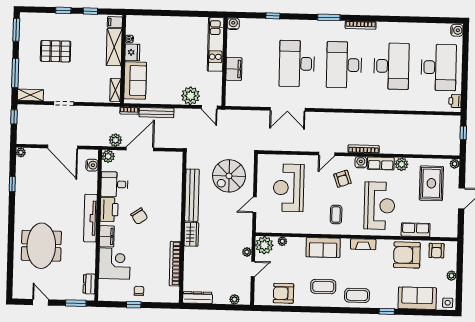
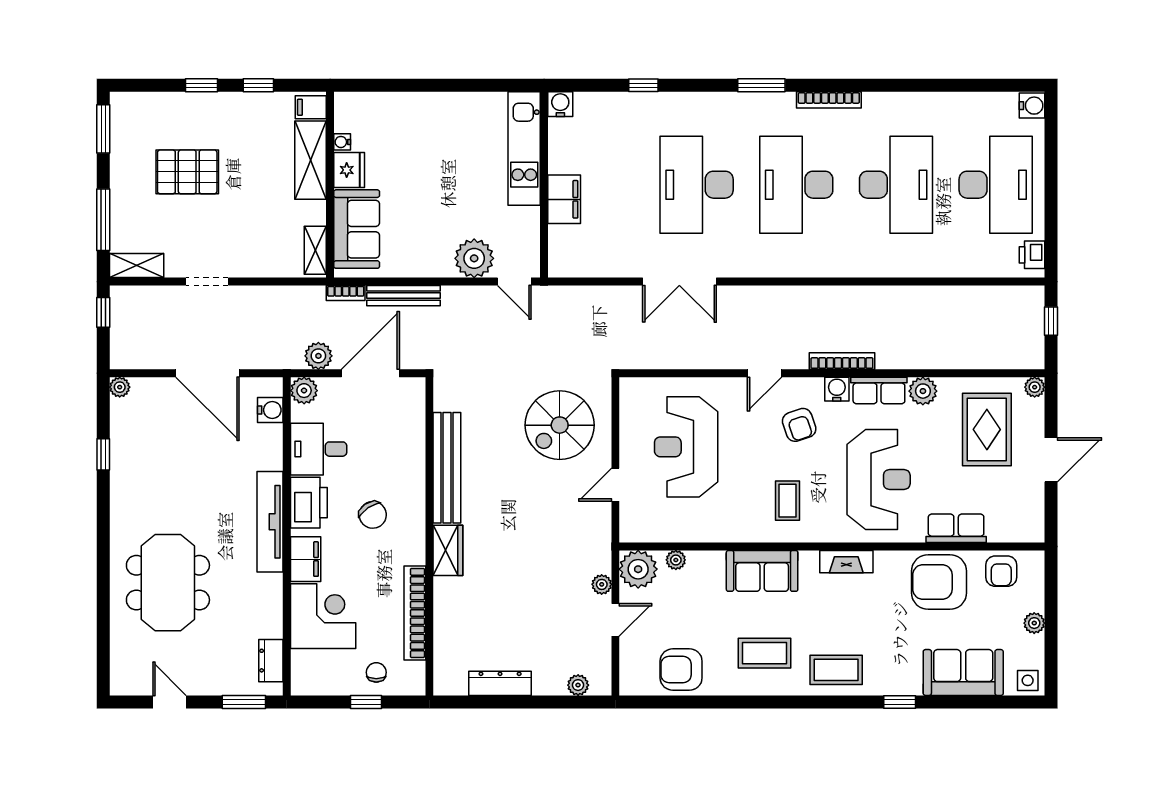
bench: (192, 195) -> (447, 468), moved
wall: (183, 227) -> (429, 536), moved
wardrobe: (191, 234) -> (448, 550), moved
bookcase: (175, 264) -> (415, 613), moved

